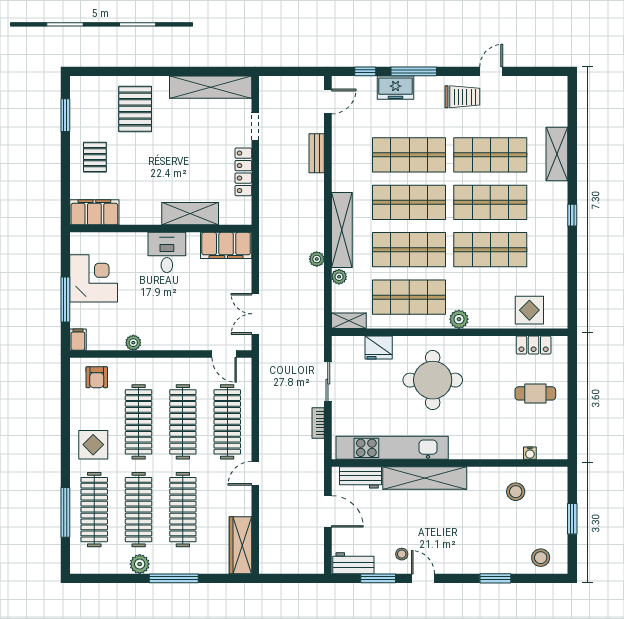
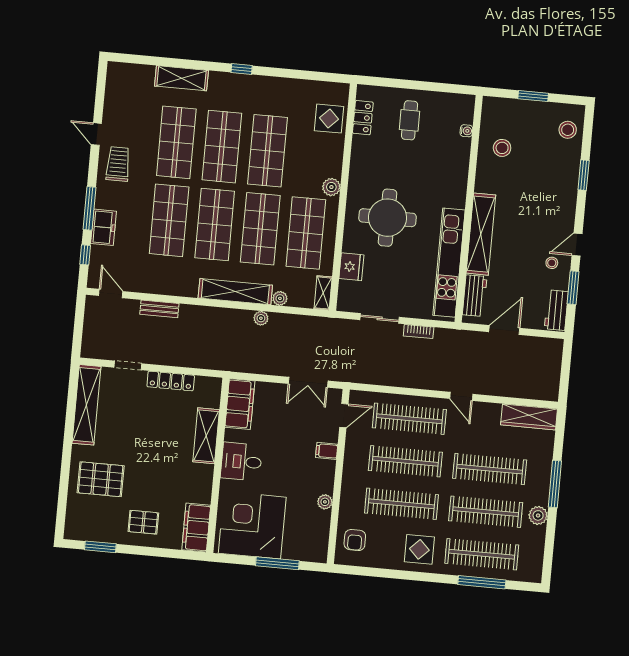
corner desk: (94, 278) -> (252, 525), width x1.36, depth x1.36
filing cabinet: (78, 340) -> (327, 451), moved
armchair: (97, 377) -> (355, 540), turned 90

